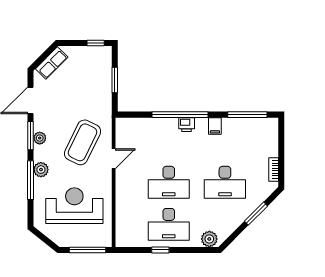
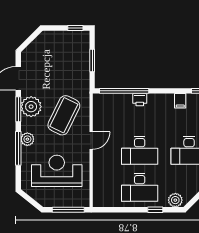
row of seats: (52, 63) -> (37, 46), removed
window: (180, 115) -> (124, 91), moved
printer: (187, 125) -> (140, 100), moved
plant: (40, 138) -> (31, 107), width x1.87, depth x1.87
door: (114, 159) -> (91, 140), moved
window: (160, 250) -> (155, 210), moved

